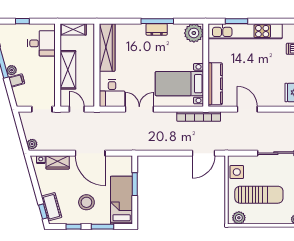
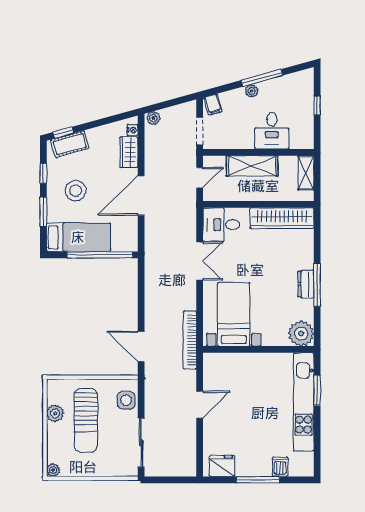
desk: (41, 43) -> (272, 131), moved
filing cabinet: (17, 80) -> (213, 104), moved
kitchen counter: (215, 84) -> (234, 362), removed
side table: (237, 172) -> (126, 400), moved
window: (135, 184) -> (100, 255), width x2.11
plant: (239, 218) -> (55, 413), moved

